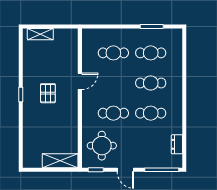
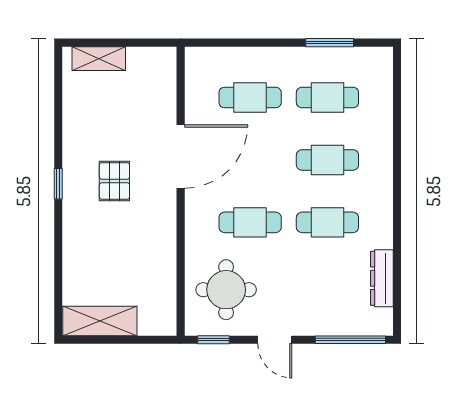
door: (80, 81) -> (181, 156), width x1.88
dresser: (177, 144) -> (382, 278), width x1.44
shelving: (60, 161) -> (100, 321), moved

